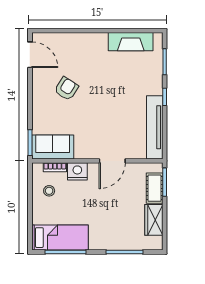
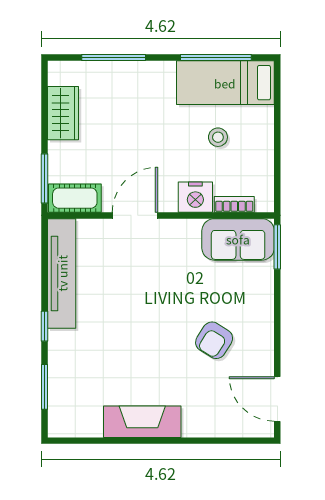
fireplace: (131, 42) -> (142, 422), moved
cot: (155, 188) -> (75, 198), moved, turned 90
stool: (49, 191) -> (218, 137), moved

